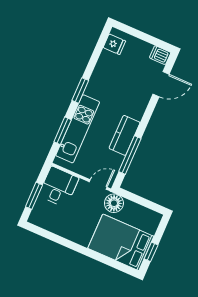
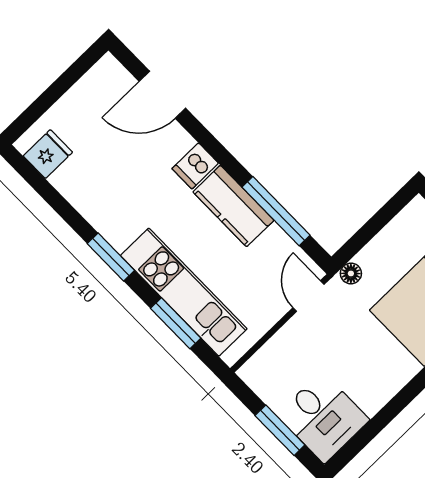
dishwasher: (160, 55) -> (195, 166), moved
door: (161, 84) -> (162, 95), swing flipped
desk: (59, 187) -> (323, 417), moved, turned 180
floor lamp: (114, 203) -> (351, 273), width x0.53, depth x0.53

